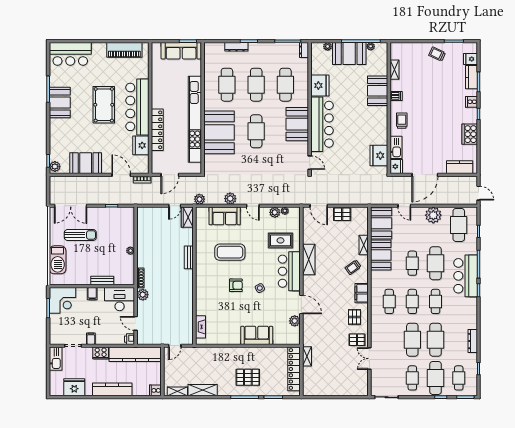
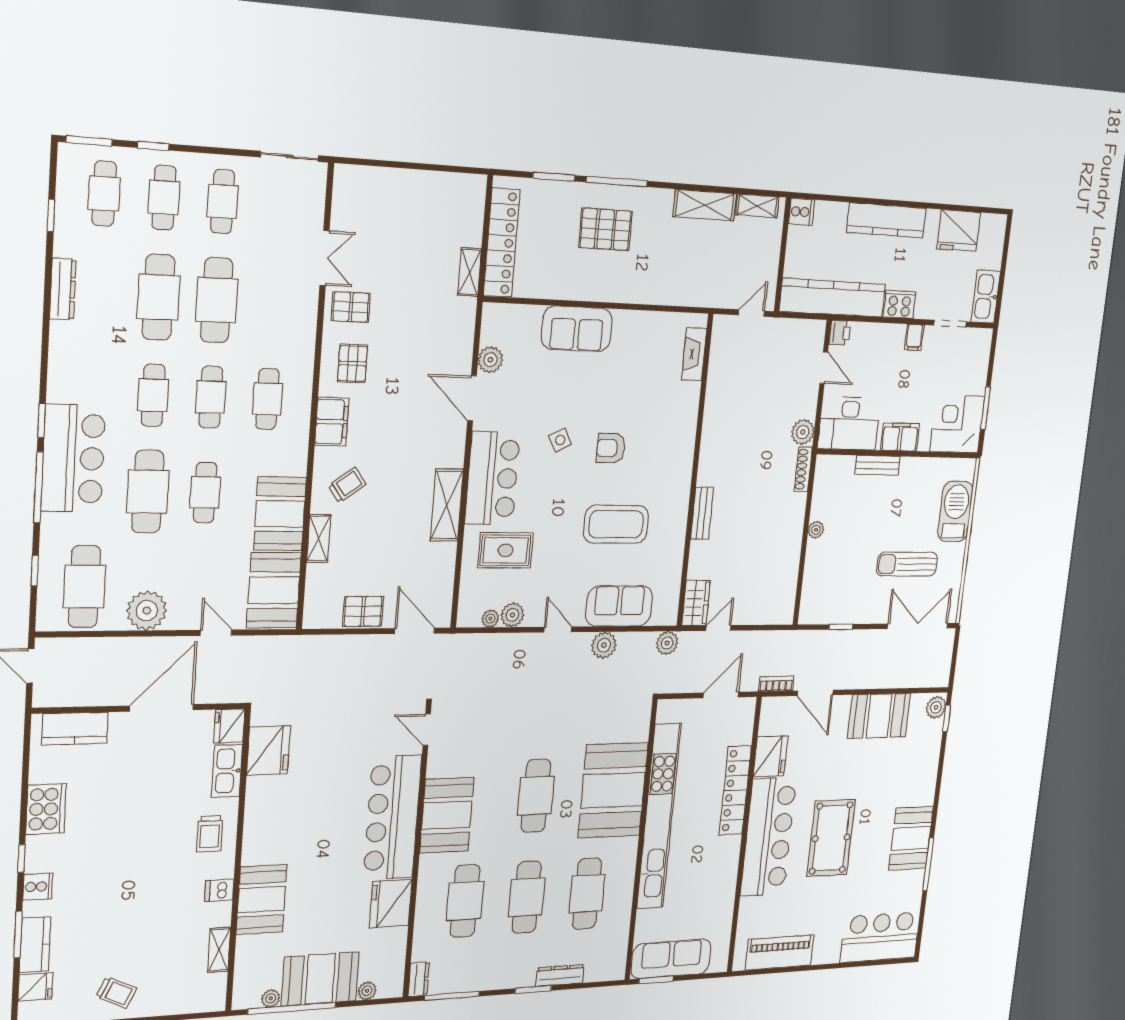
filing cabinet: (92, 294) -> (900, 437), width x2.00
cafe table: (436, 378) -> (164, 198), width x0.73, depth x0.74

